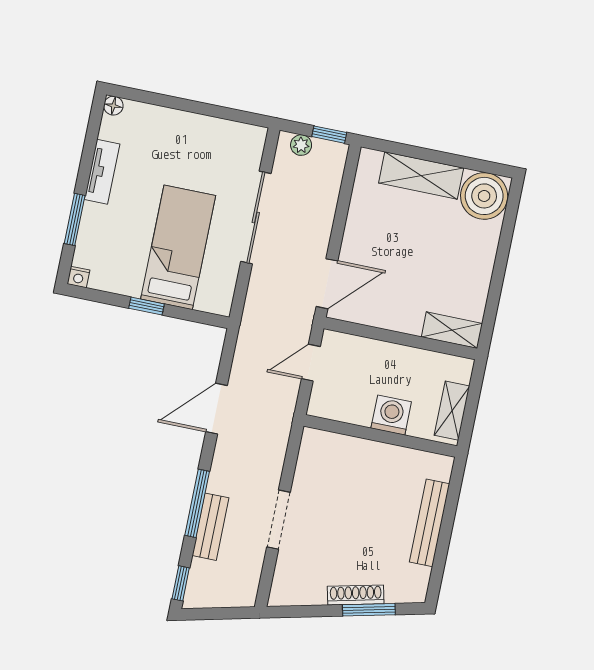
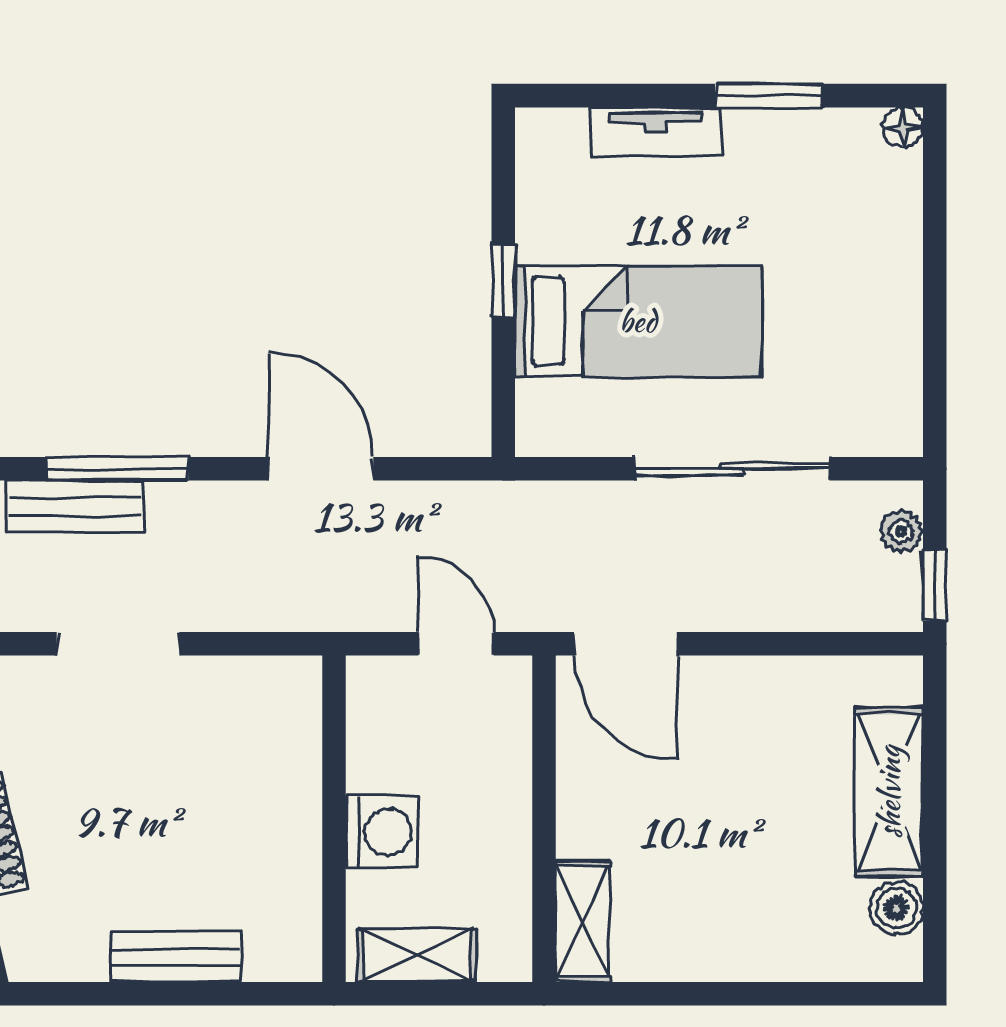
tv unit: (102, 172) -> (656, 132), moved
boiler: (484, 196) -> (896, 908), width x0.54, depth x0.54
window: (75, 219) -> (769, 96), moved
nightstand: (78, 277) -> (534, 128), removed
bench: (430, 523) -> (175, 957), width x0.73

